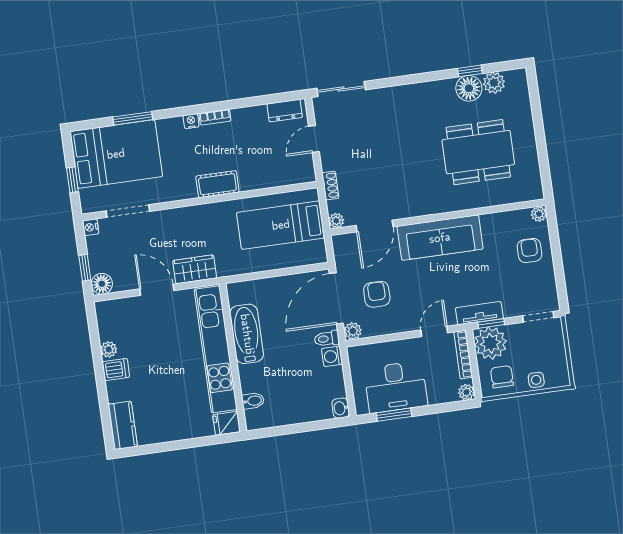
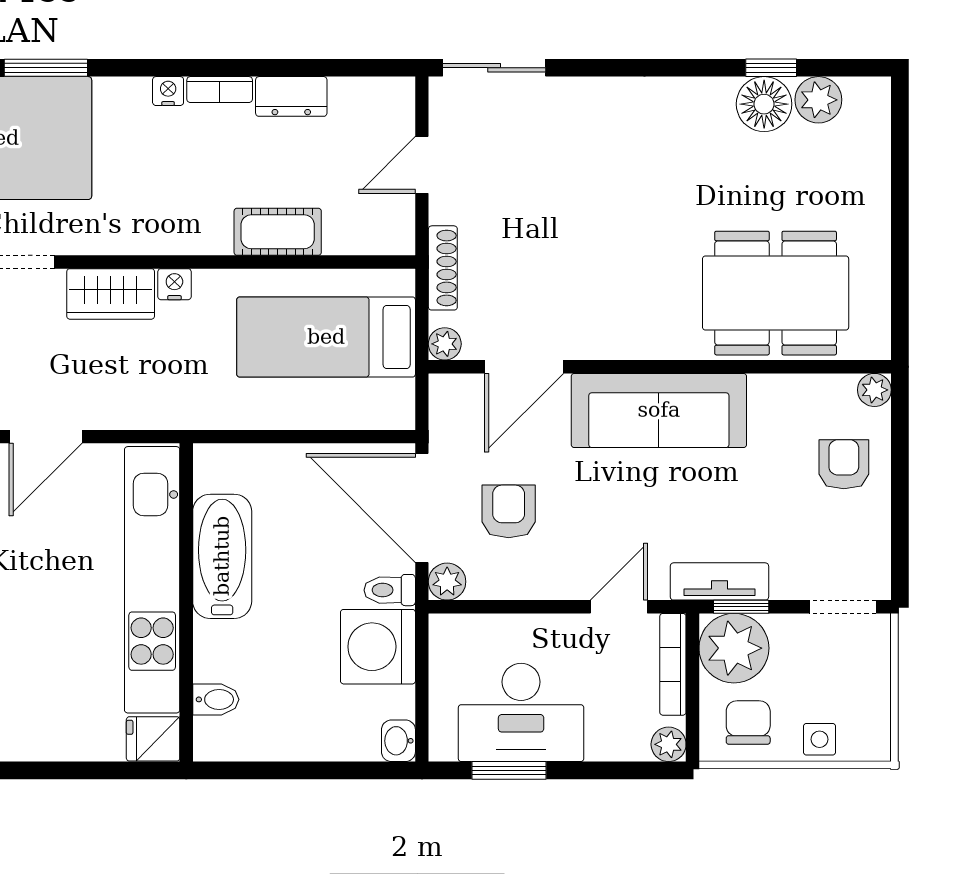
dresser: (285, 111) -> (291, 96), moved
dining table: (478, 152) -> (776, 293), moved
cot: (217, 184) -> (278, 232), moved
shoe rack: (330, 185) -> (443, 268), width x1.43
nightstand: (207, 211) -> (174, 284), added
wardrobe: (195, 269) -> (111, 294), moved, turned 180
door: (157, 290) -> (46, 437), swing flipped
door: (336, 298) -> (422, 508), hinge flipped
washing machine: (332, 356) -> (378, 647), width x1.89, depth x1.89

